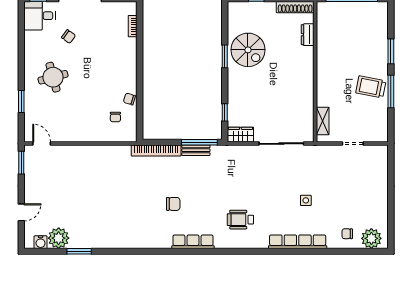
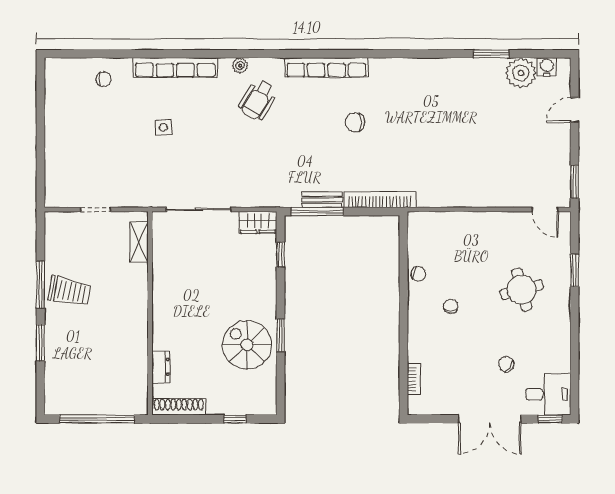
round table: (53, 77) -> (522, 290), moved
chair: (115, 117) -> (451, 306), moved
wheelchair: (240, 220) -> (258, 100), turned 120
plant: (371, 238) -> (240, 66), moved, width x0.53, depth x0.53
row of seats: (193, 242) -> (326, 68), width x1.36

